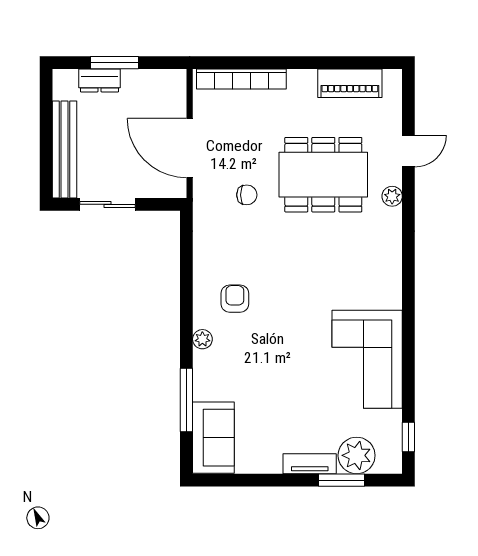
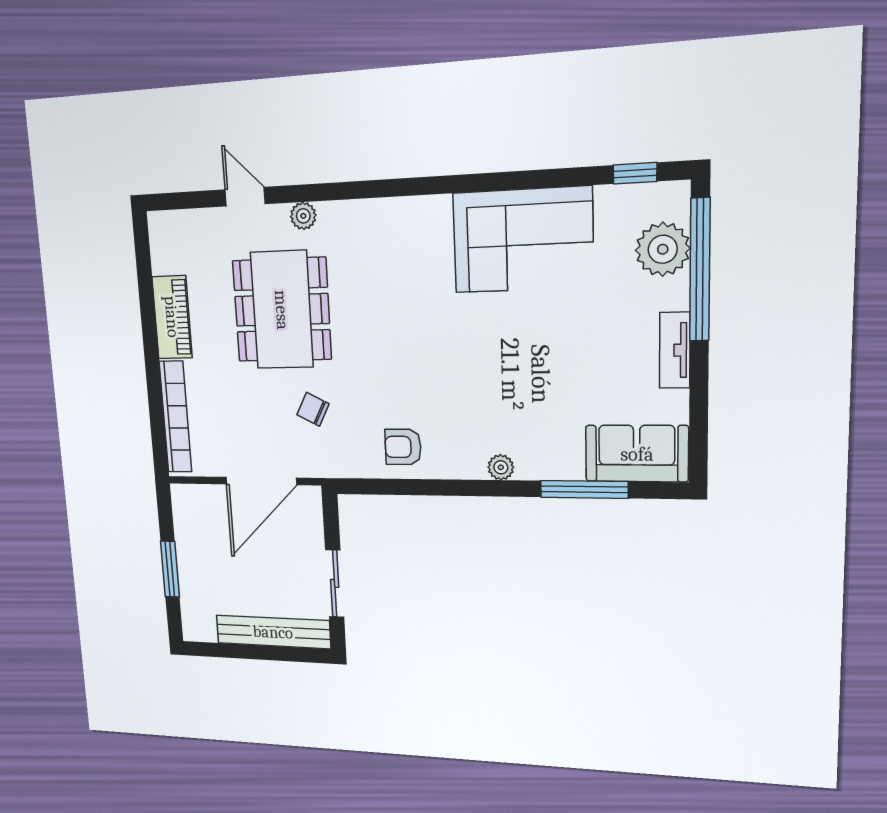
dresser: (99, 80) -> (191, 587), removed
piano: (350, 83) -> (172, 317), moved
chair: (247, 195) -> (313, 409), turned -63
armchair: (235, 299) -> (403, 447), moved
tv unit: (310, 464) -> (675, 350), moved
window: (342, 480) -> (700, 270), width x2.11

